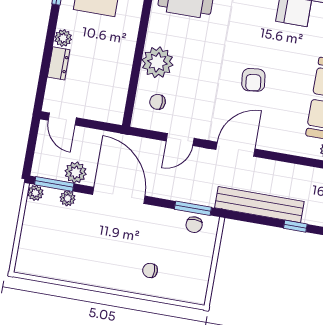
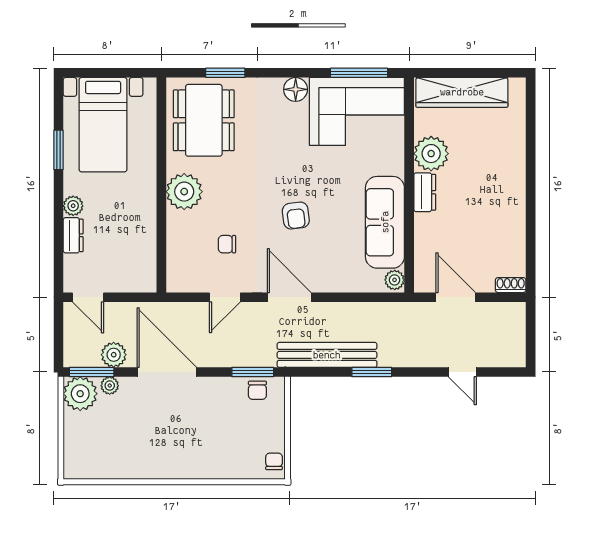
plant: (157, 62) -> (184, 192), moved
chair: (158, 102) -> (227, 244), moved
door: (235, 149) -> (289, 297), hinge flipped
plant: (35, 193) -> (80, 394), width x1.87, depth x1.87
window: (295, 226) -> (372, 372), width x1.50
chair: (150, 270) -> (274, 461), moved, turned 90

